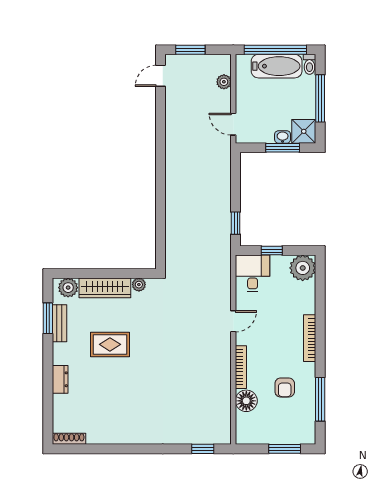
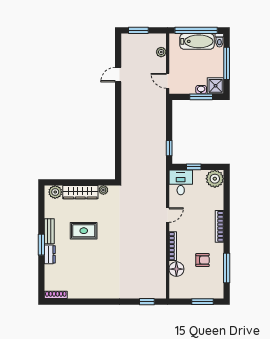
door: (161, 76) -> (118, 75), moved
window: (48, 318) -> (41, 245), moved
bench: (59, 323) -> (49, 231), moved
armchair: (285, 388) -> (203, 260), turned -90

